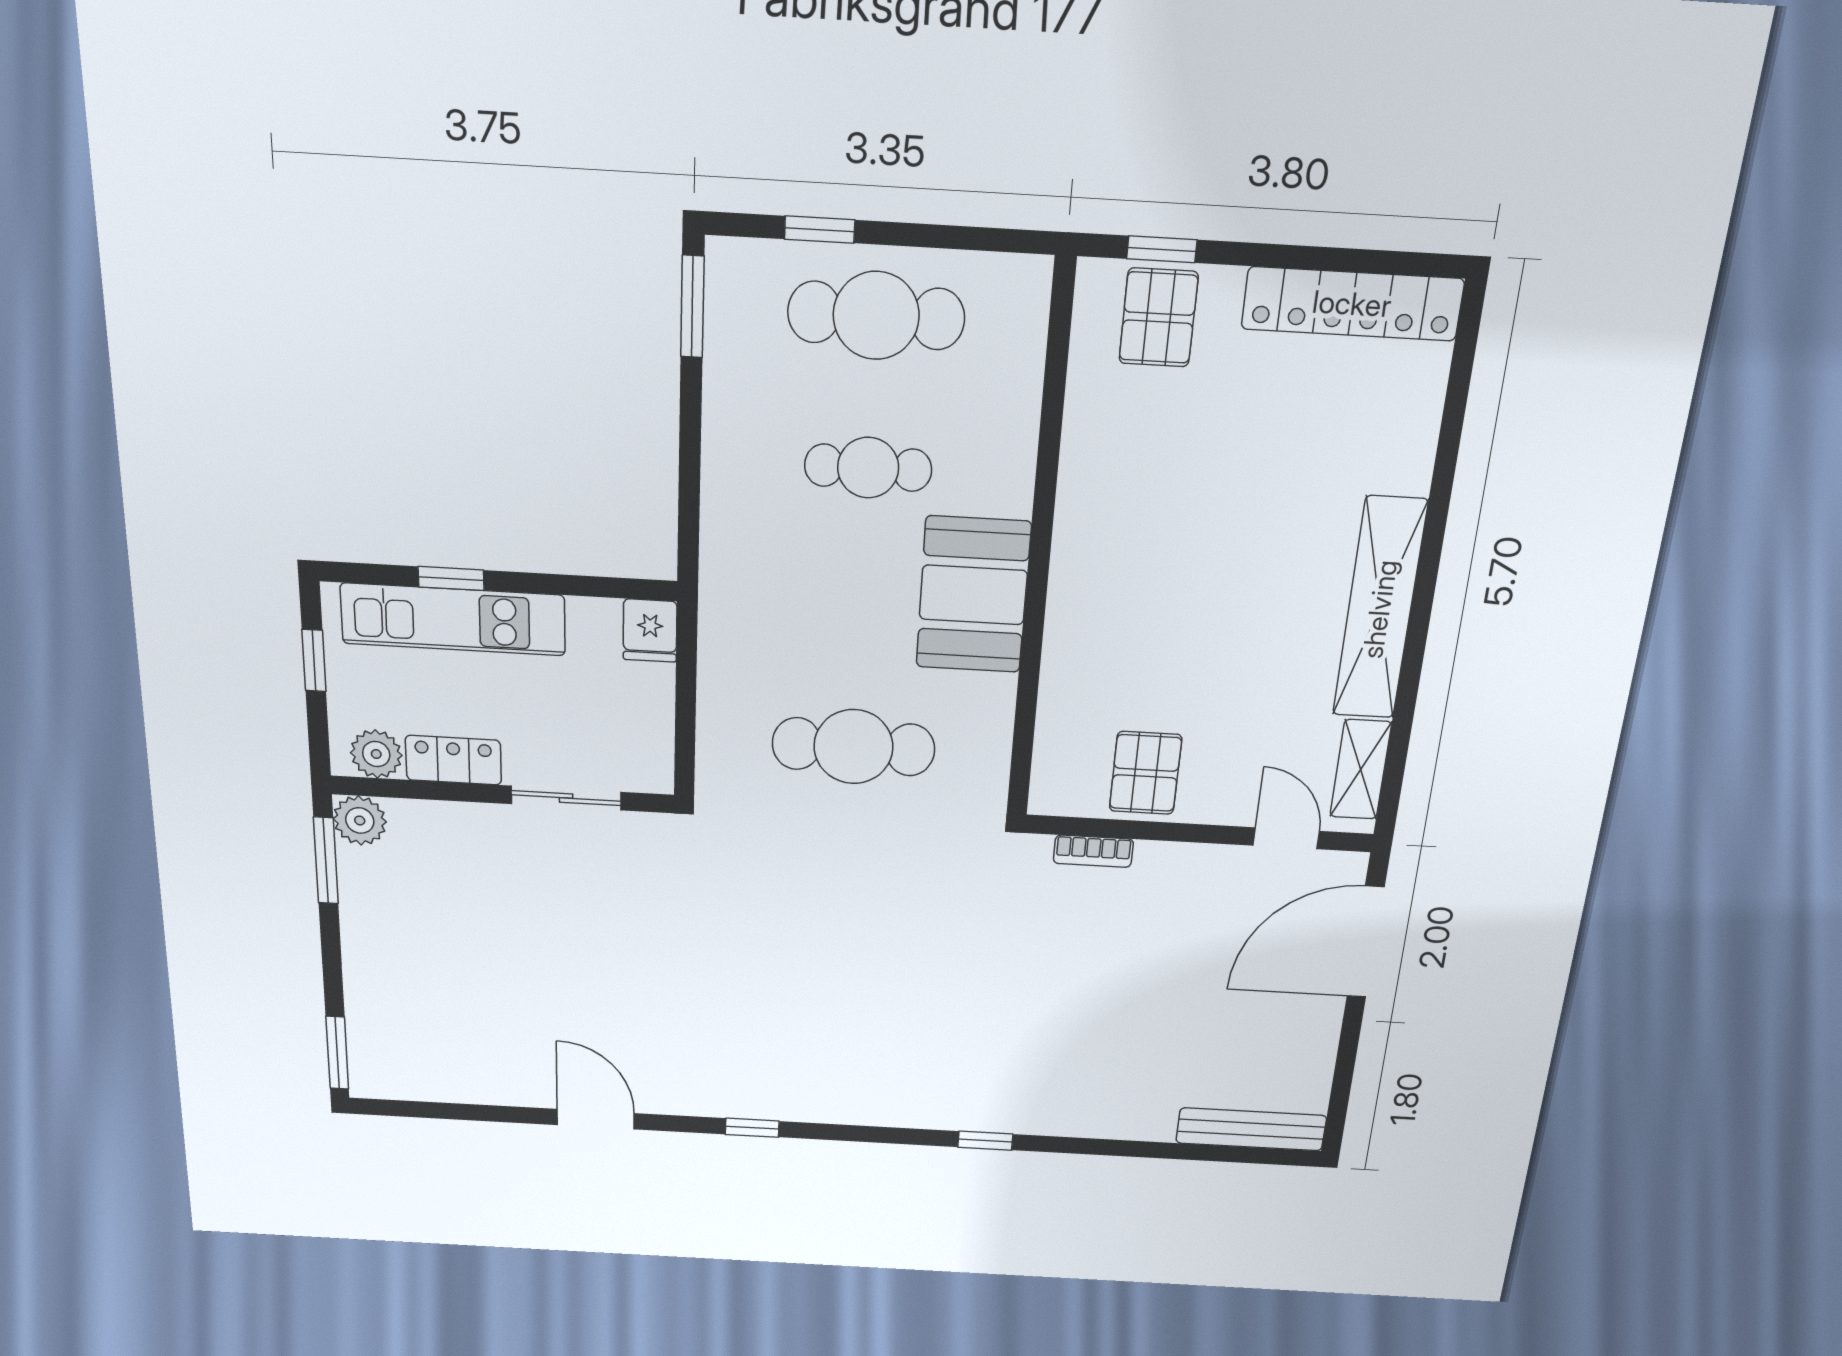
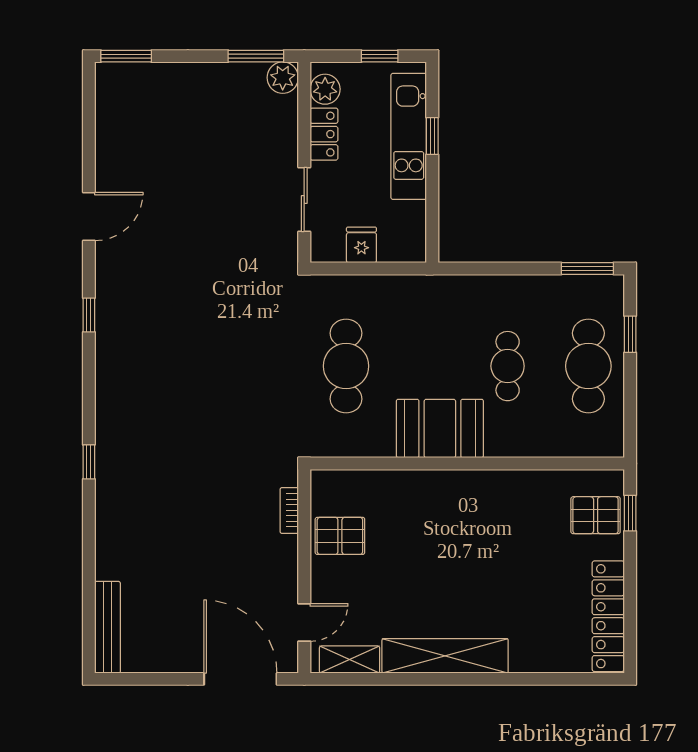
fridge: (650, 631) -> (361, 245), moved, turned 90

